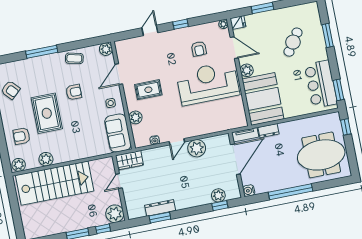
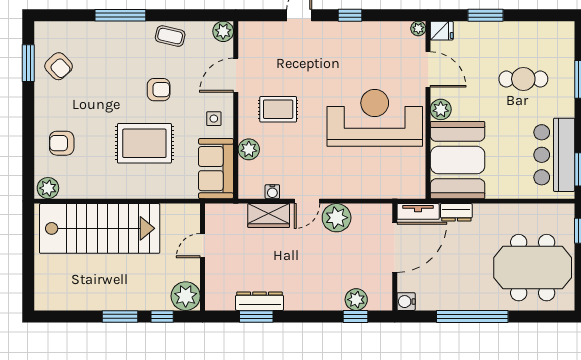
cafe table: (293, 42) -> (523, 79), turned 56
armchair: (199, 49) -> (371, 60), removed
rug: (47, 113) -> (144, 143), moved, turned 90
plant: (46, 159) -> (93, 188), removed
wardrobe: (129, 160) -> (269, 216), moved

